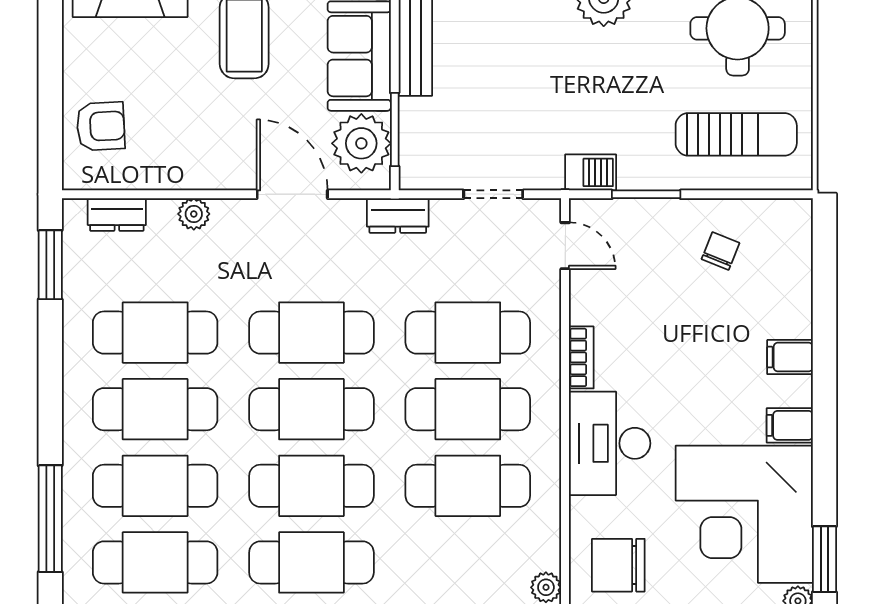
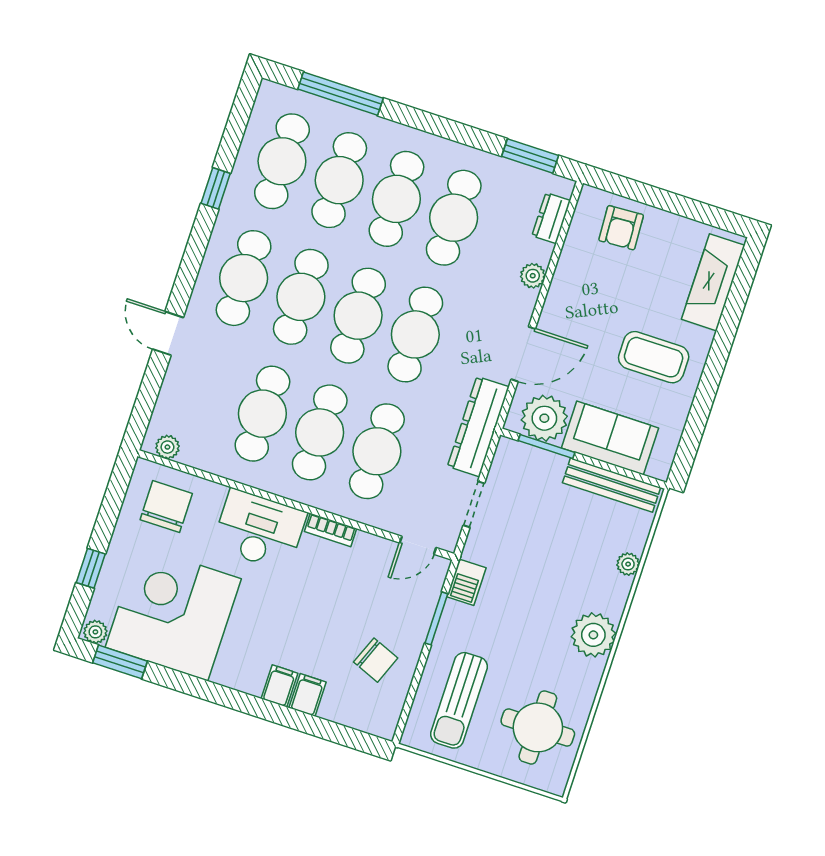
dresser: (398, 216) -> (478, 427), width x1.96, depth x1.24
chair: (721, 251) -> (376, 660), width x1.37, depth x1.37
filing cabinet: (790, 425) -> (308, 695), moved

